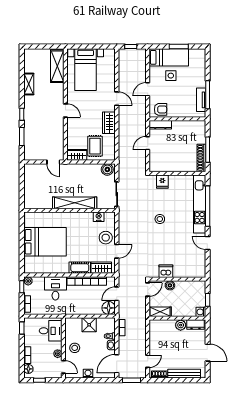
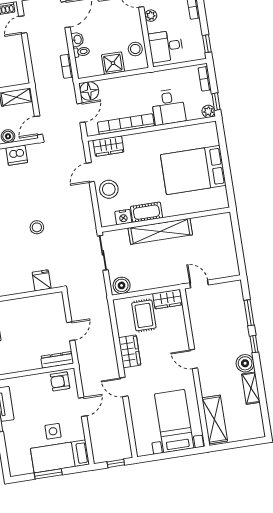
boiler: (30, 102) -> (245, 363), added
cot: (80, 268) -> (146, 212), moved
stool: (75, 348) -> (135, 49), moved

